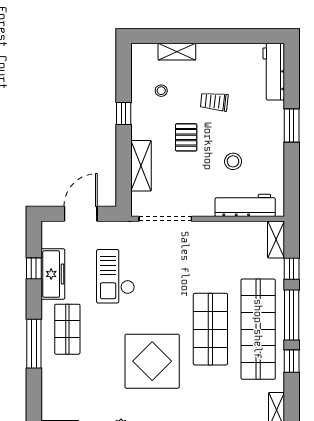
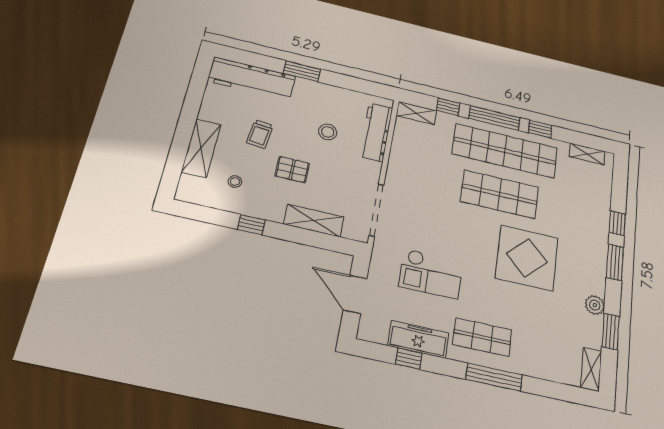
shelving: (177, 52) -> (201, 148), width x1.50, depth x1.33
workbench: (274, 72) -> (252, 79), width x1.36, depth x1.32

